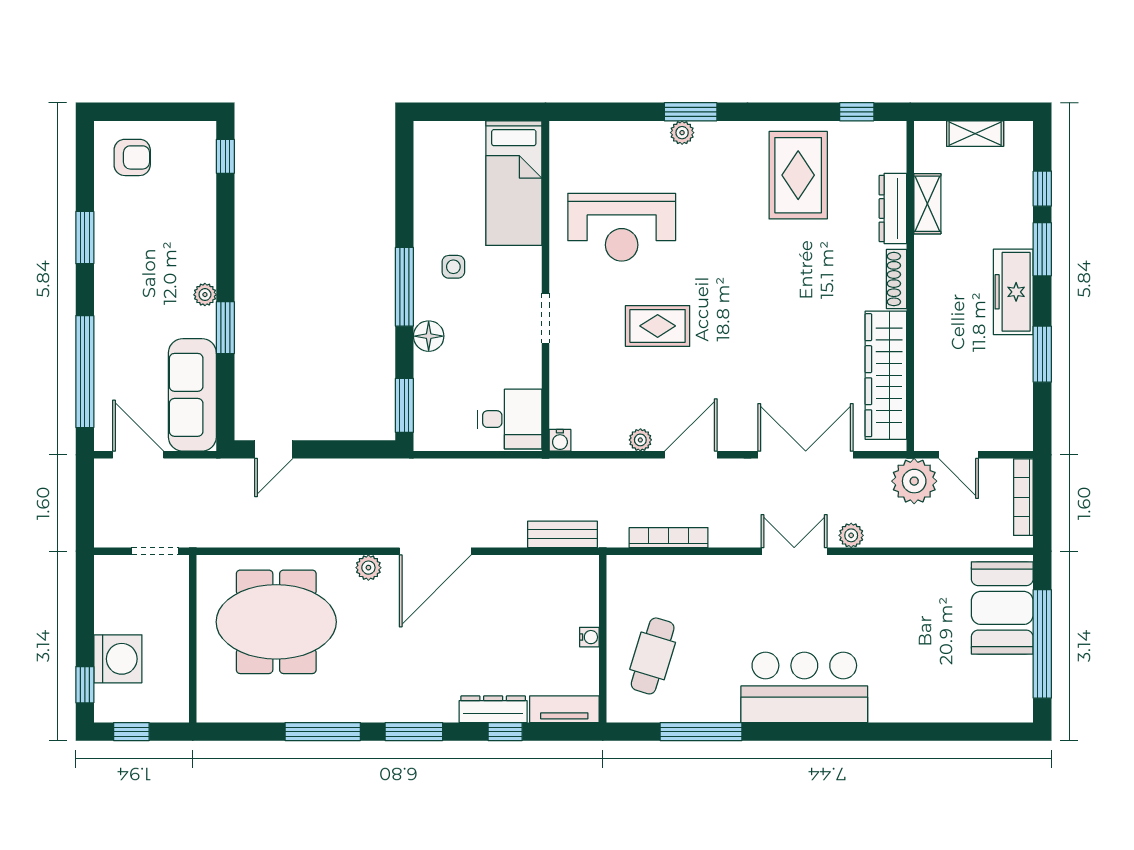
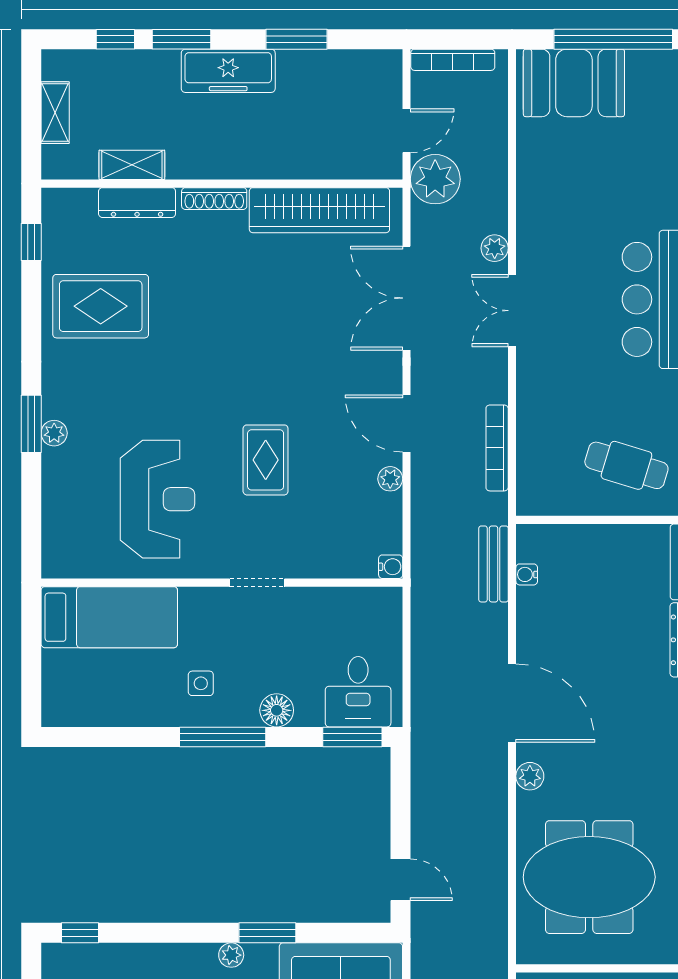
desk: (510, 419) -> (358, 692), moved, turned 180
meeting table: (276, 622) -> (589, 877), turned 90
water cooler: (589, 637) -> (527, 574), moved, turned -90

